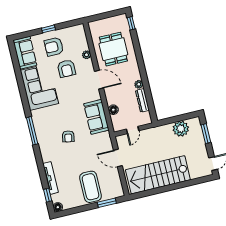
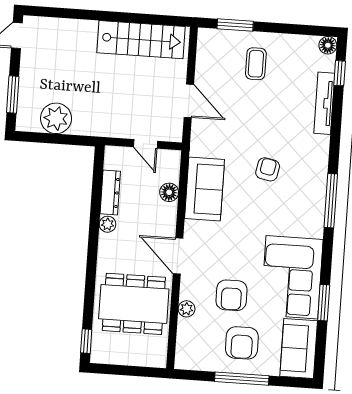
window: (48, 29) -> (242, 379), width x2.17
armchair: (54, 47) -> (242, 343), turned 90
dining table: (113, 49) -> (134, 304), width x1.38
armchair: (66, 69) -> (231, 295), turned 180
window: (20, 79) -> (324, 303), added
door: (133, 130) -> (145, 144), swing flipped
stairs: (158, 175) -> (141, 40), width x0.73, depth x0.66
coffee table: (91, 187) -> (256, 64), width x0.54, depth x0.58

